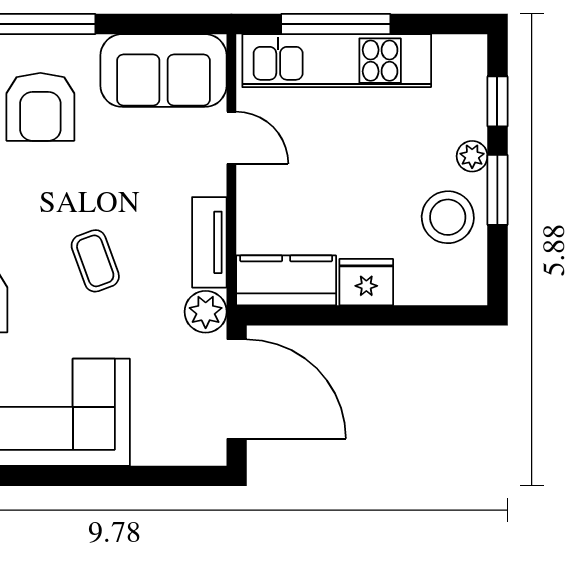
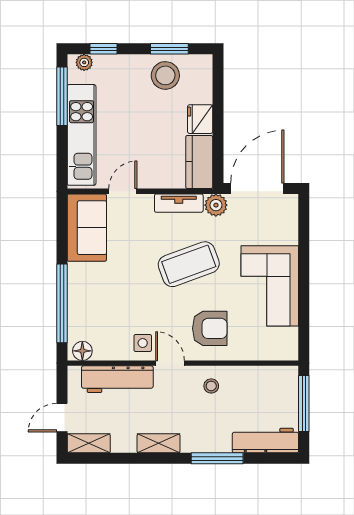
window: (336, 24) -> (62, 96), moved
armchair: (40, 107) -> (106, 294), removed
plant: (472, 156) -> (84, 62), moved
window: (497, 190) -> (169, 49), moved
coffee table: (95, 261) -> (189, 264), width x1.86, depth x1.72

